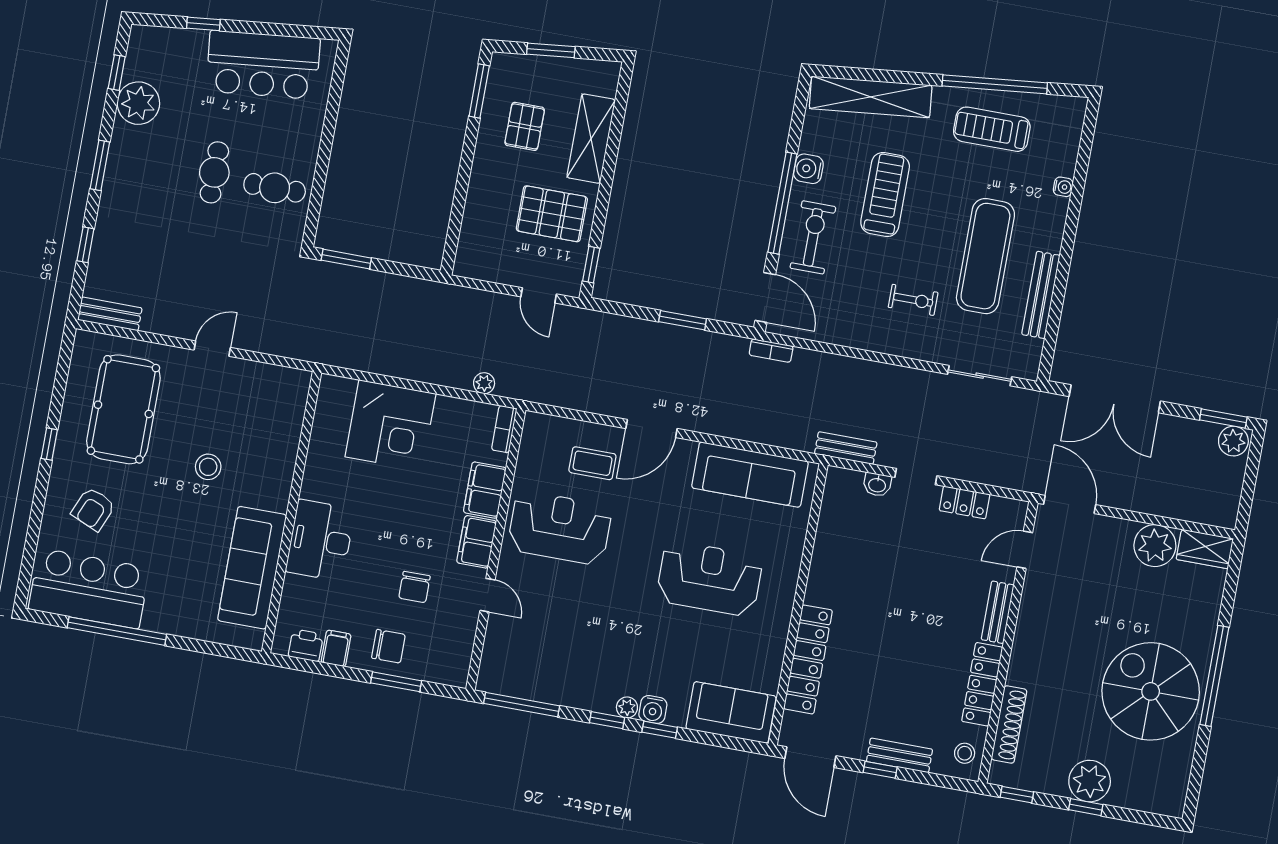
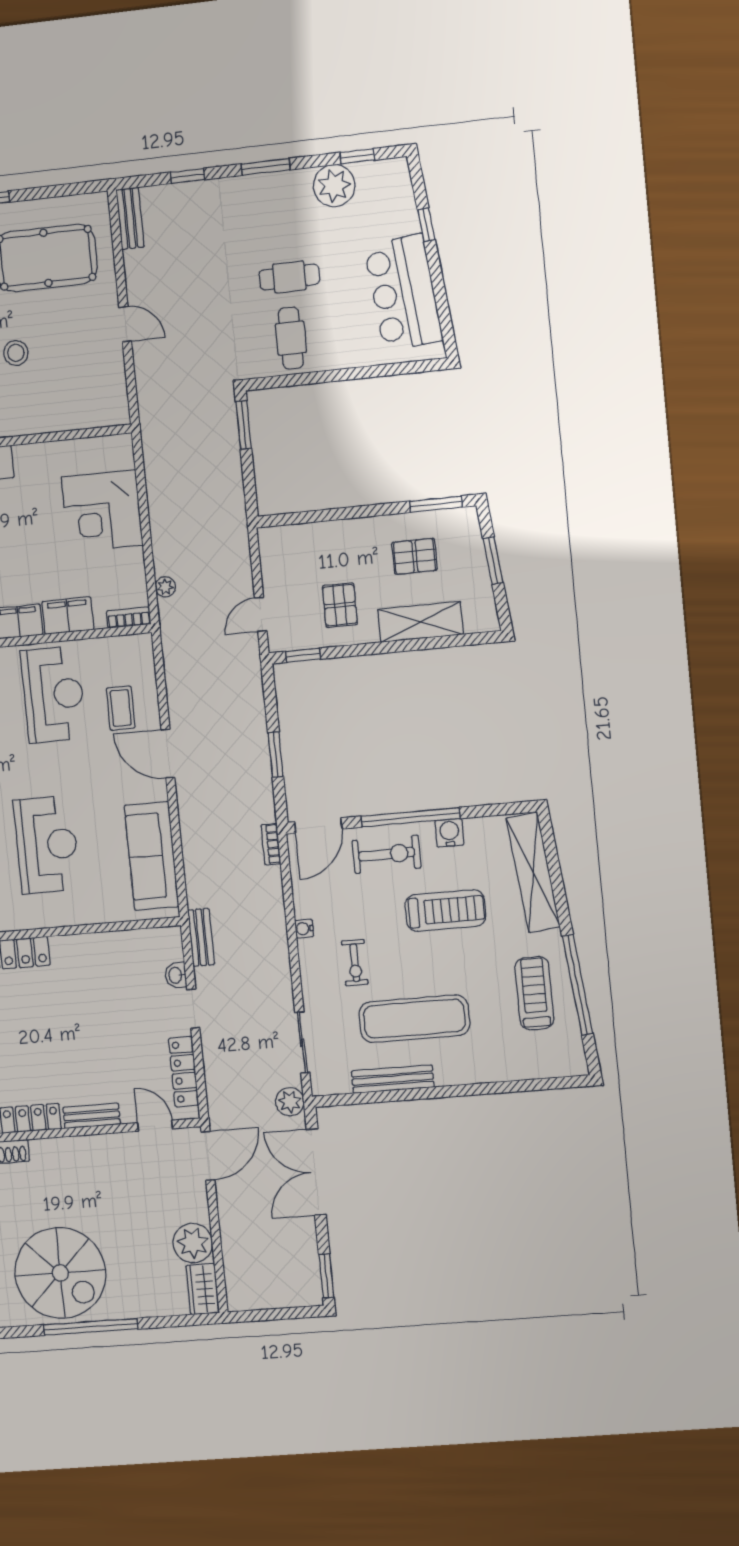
water cooler: (1063, 187) -> (304, 929), moved, turned 90
pallet: (552, 214) -> (340, 605), width x0.67, depth x0.71
plant: (1233, 441) -> (290, 1102), moved
locker: (965, 502) -> (184, 1072), width x1.53
spiral stairs: (1151, 691) -> (60, 1273), turned 90

